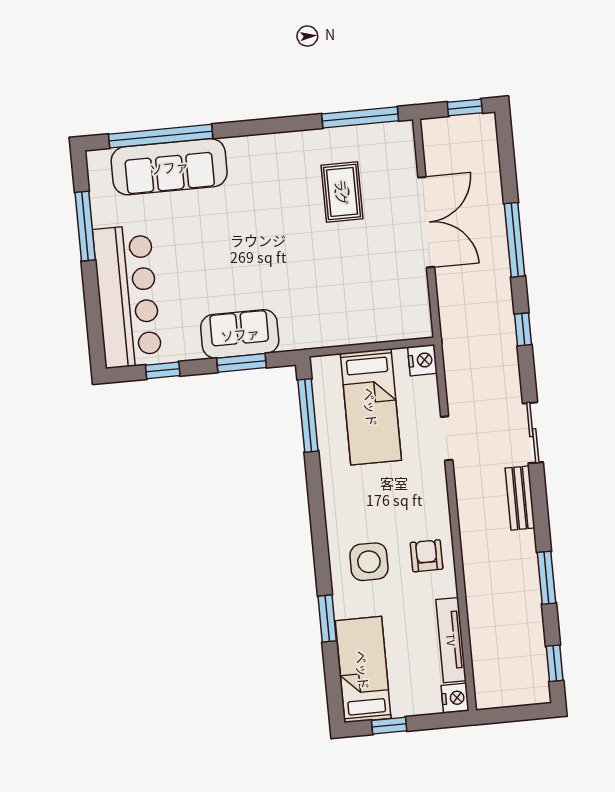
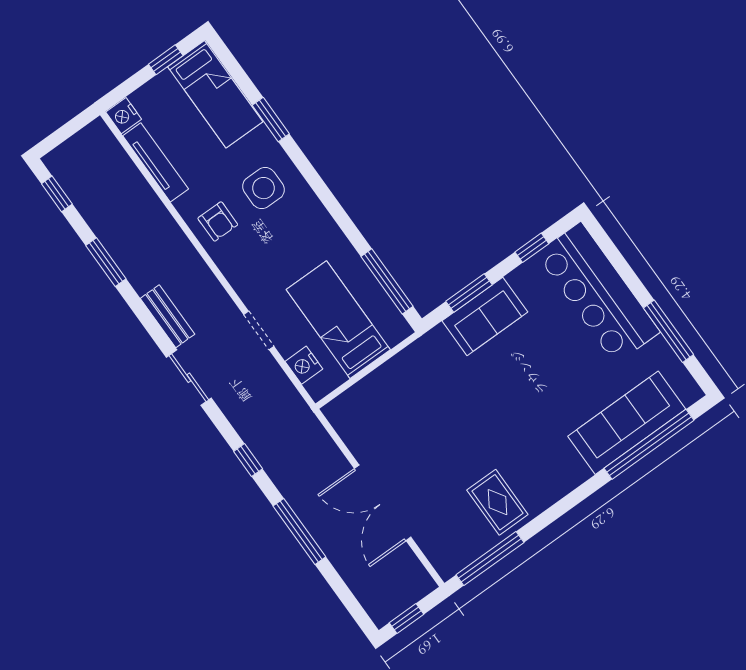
rug: (342, 192) -> (497, 502), moved
nightstand: (422, 360) -> (304, 365), moved

